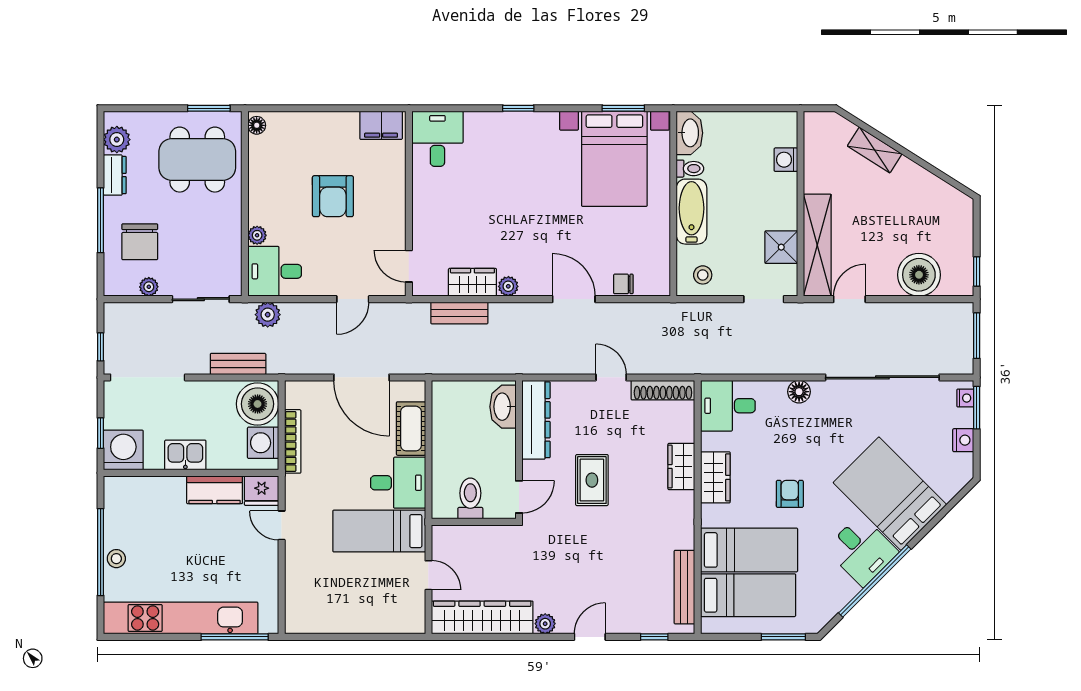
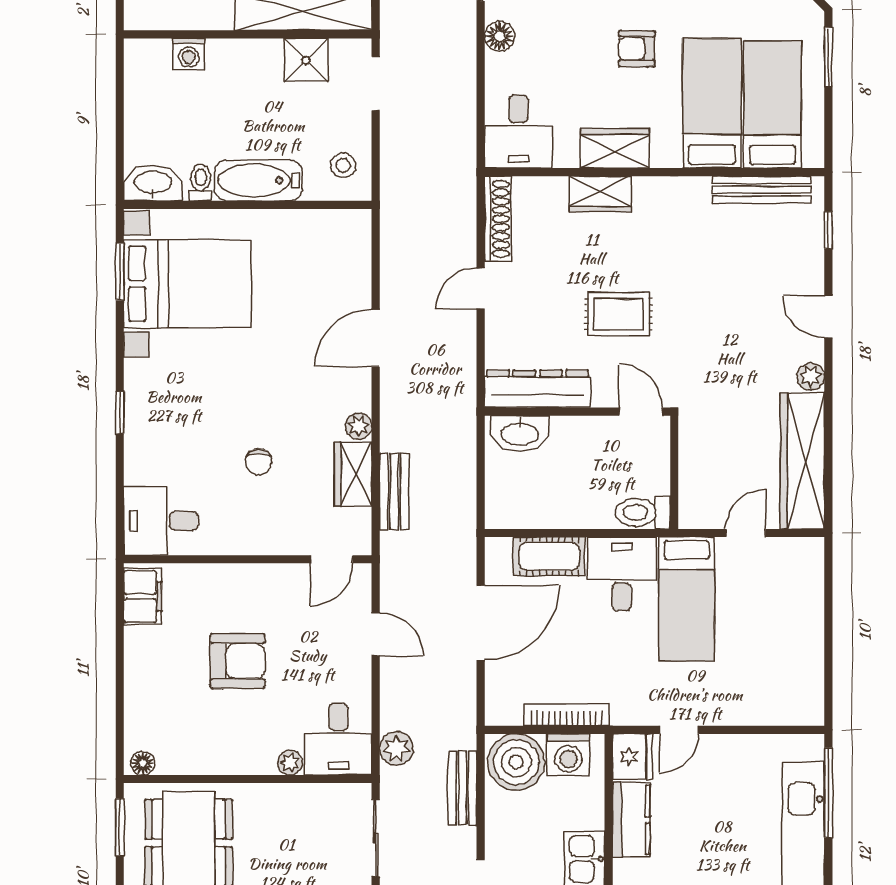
chair: (623, 284) -> (259, 462), moved
toilet: (470, 498) -> (643, 512), moved

